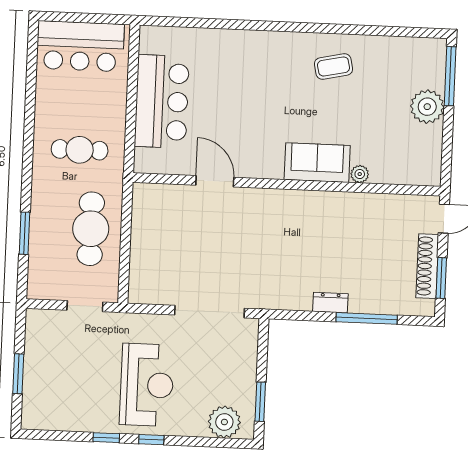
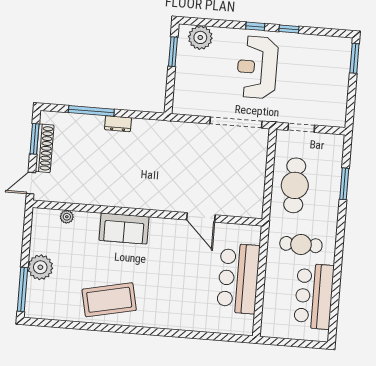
bar counter: (80, 46) -> (314, 296), moved, turned -90
coffee table: (333, 66) -> (109, 300), width x1.86, depth x1.72
plant: (360, 174) -> (67, 217), moved
doorway: (209, 312) -> (236, 122), moved
window: (18, 374) -> (354, 58), moved

